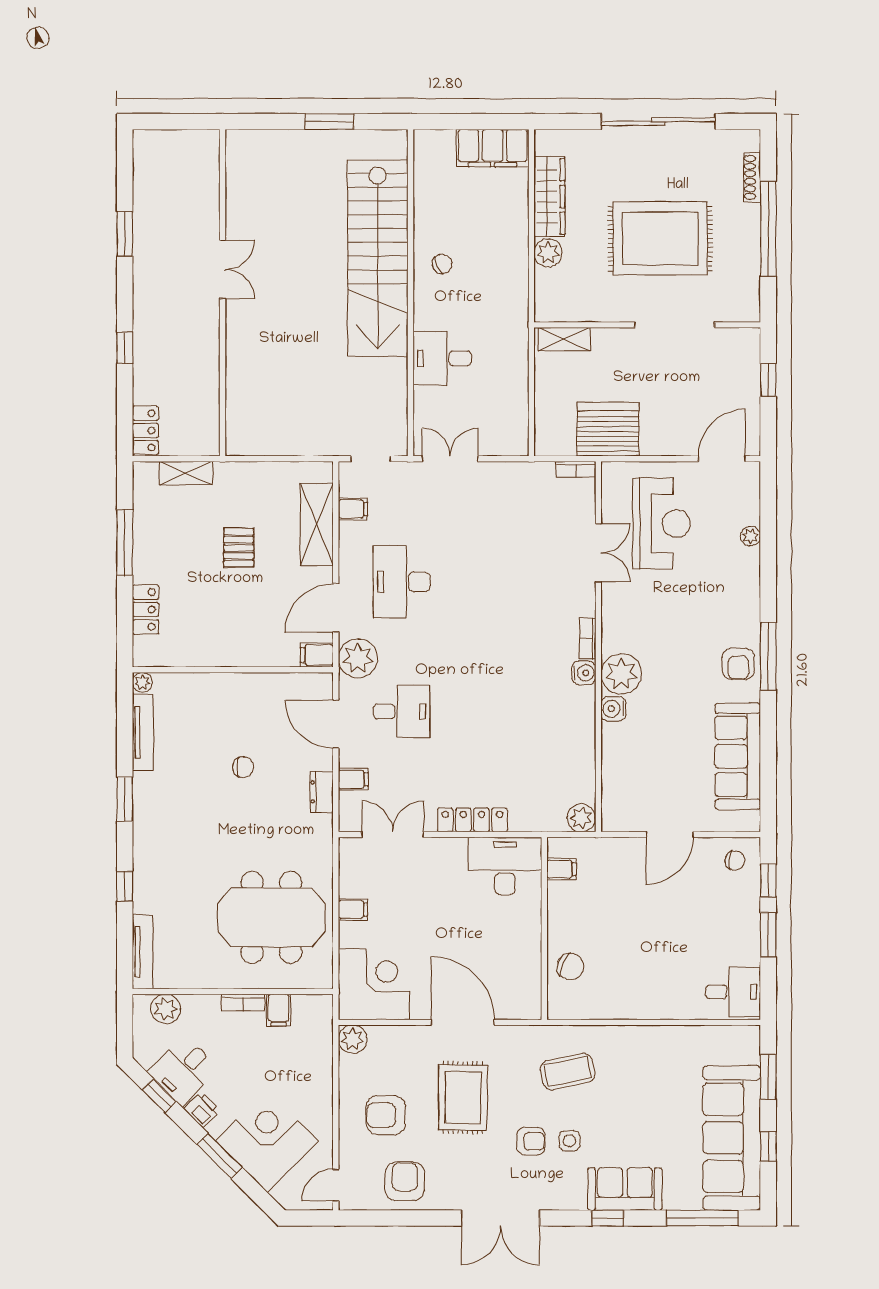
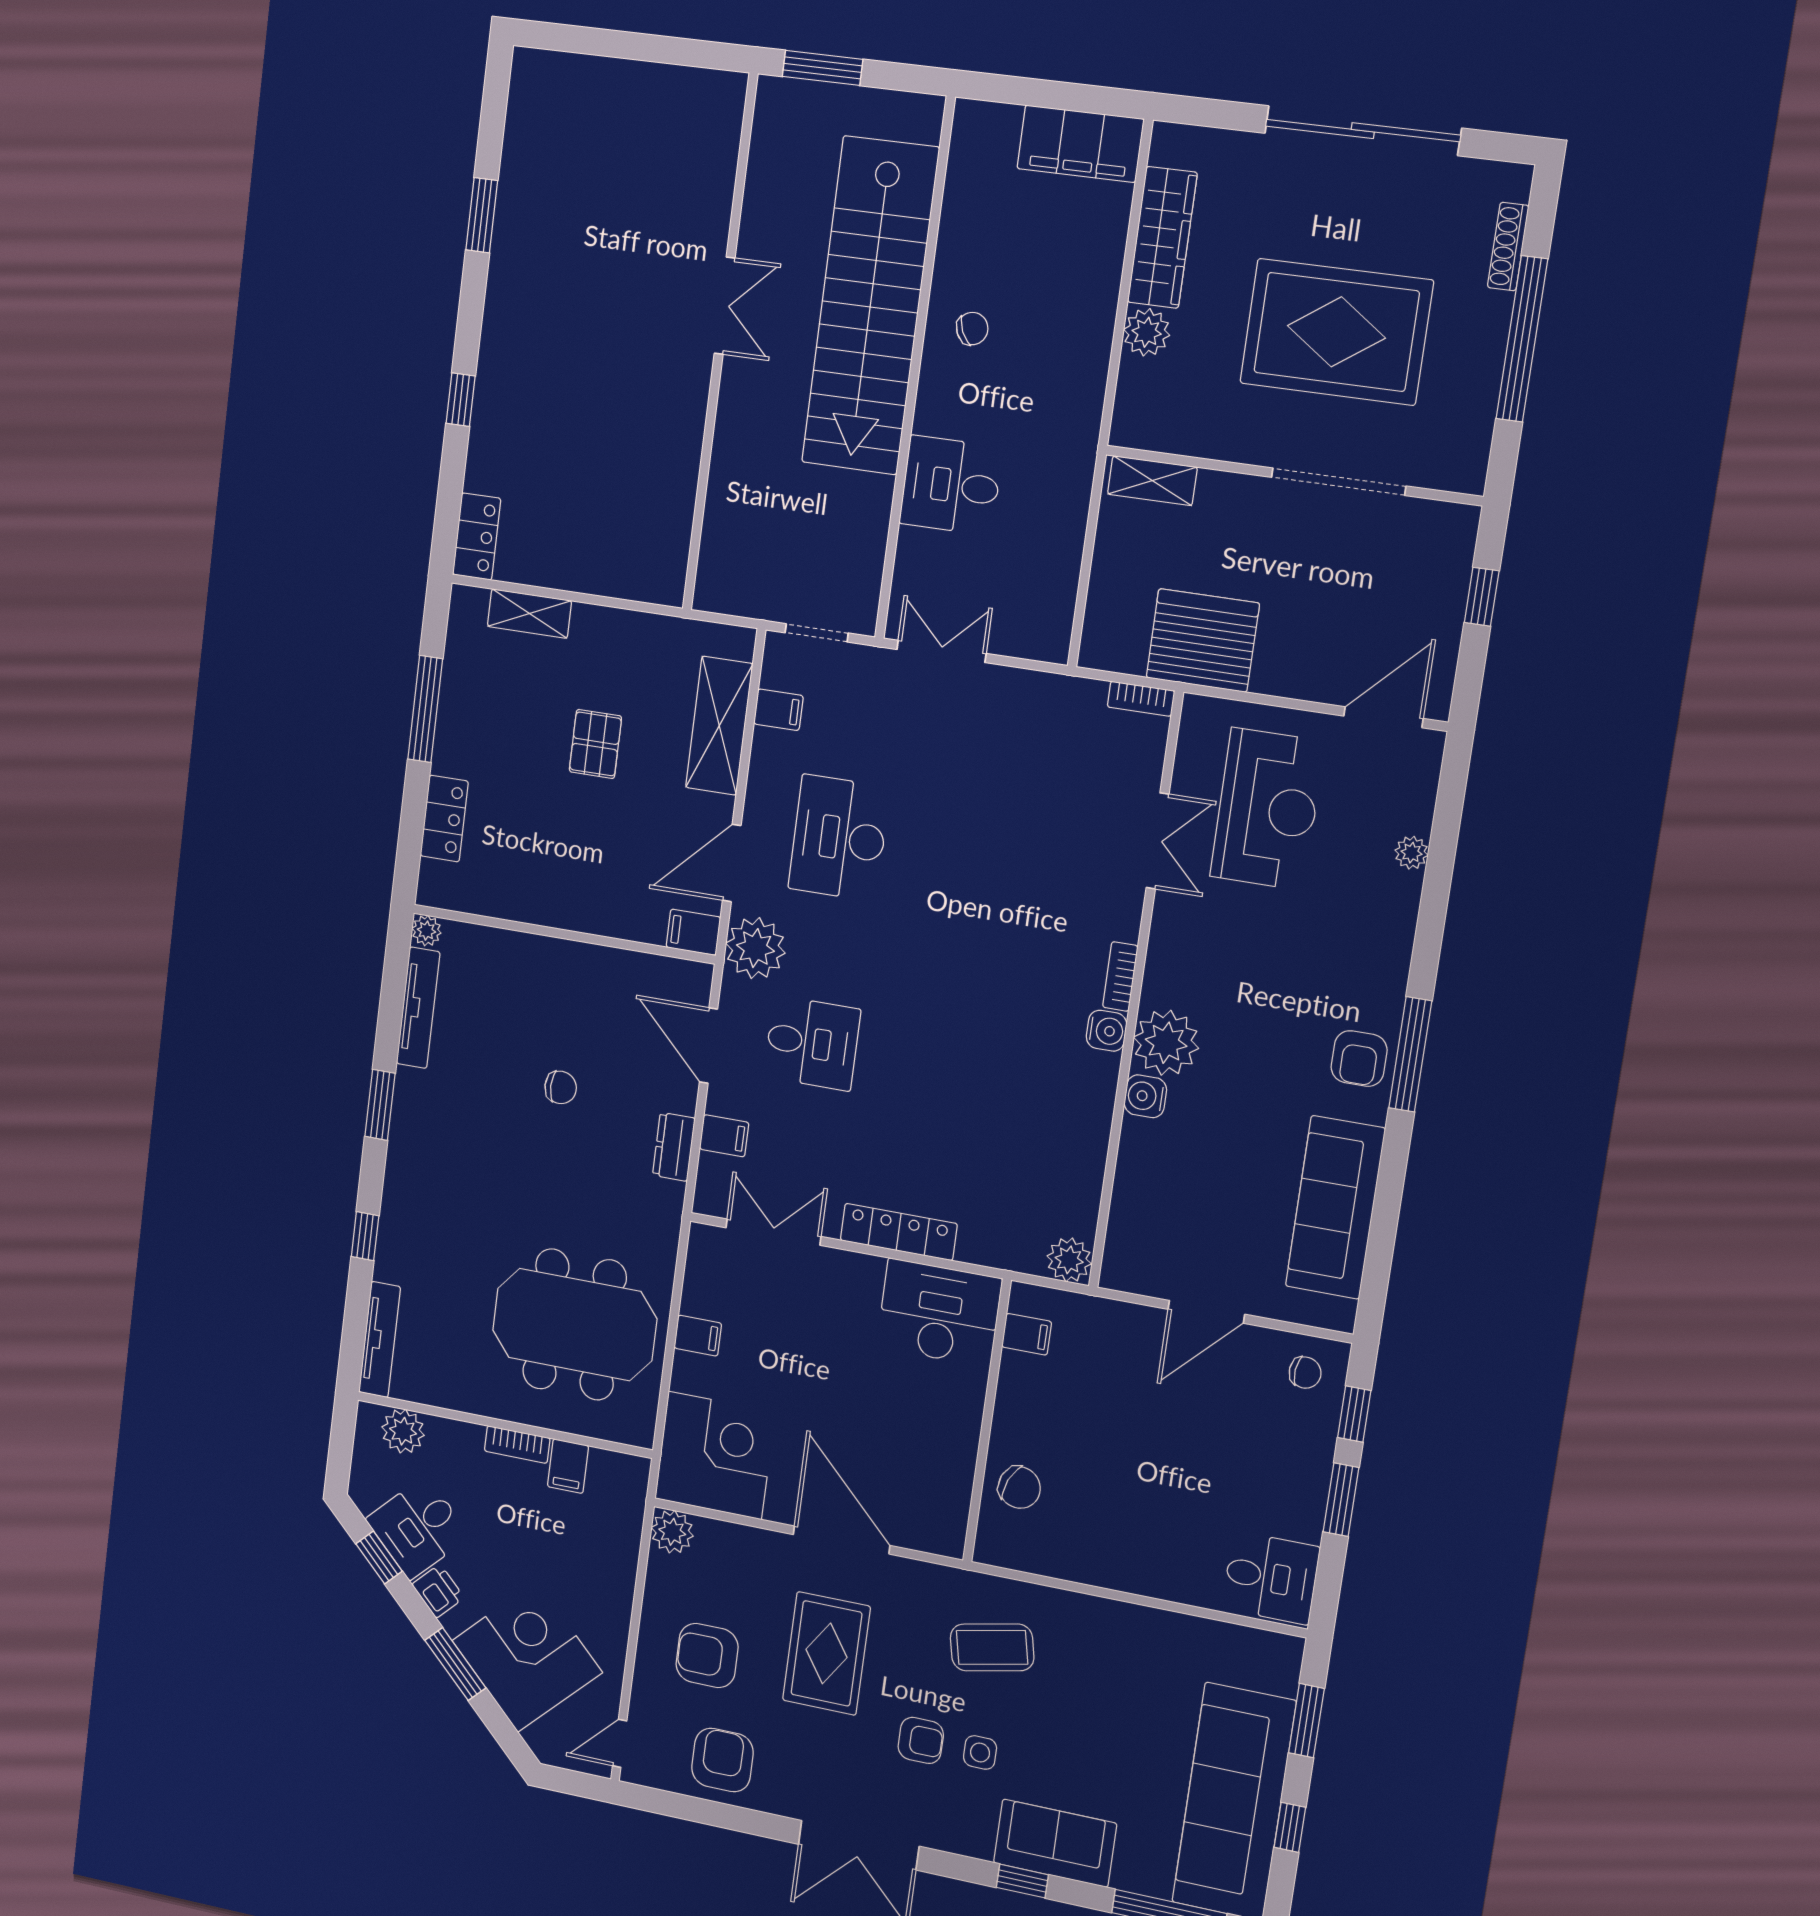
double door: (223, 269) -> (725, 306), moved
wall: (223, 293) -> (720, 344), moved

